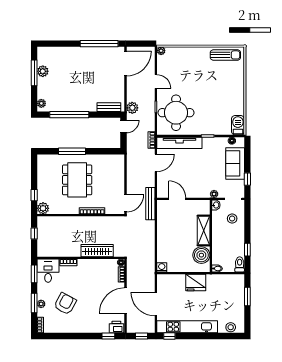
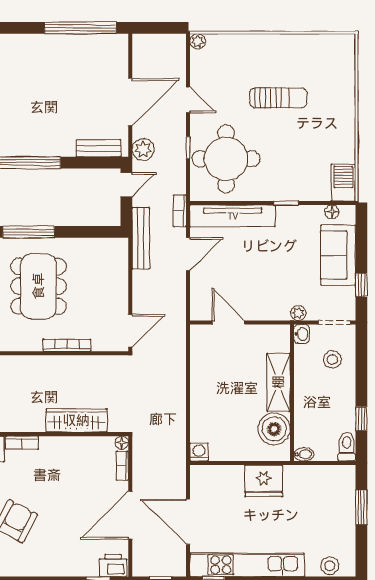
sun lounger: (225, 55) -> (278, 98), moved
door: (125, 63) -> (130, 102), moved
bench: (150, 204) -> (141, 238), moved

